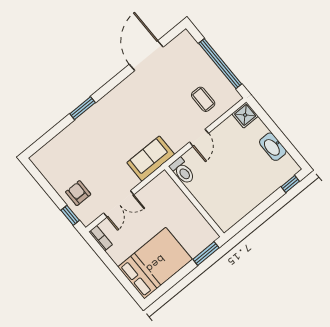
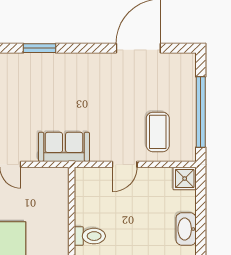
coffee table: (203, 99) -> (158, 132), width x1.36, depth x1.30
toilet: (182, 171) -> (90, 236), moved, turned -90

